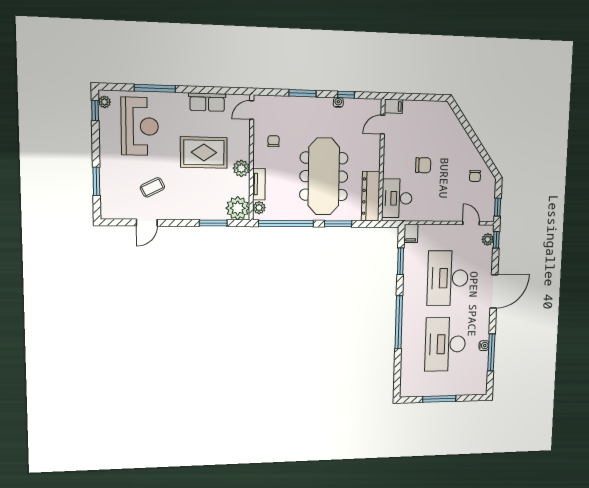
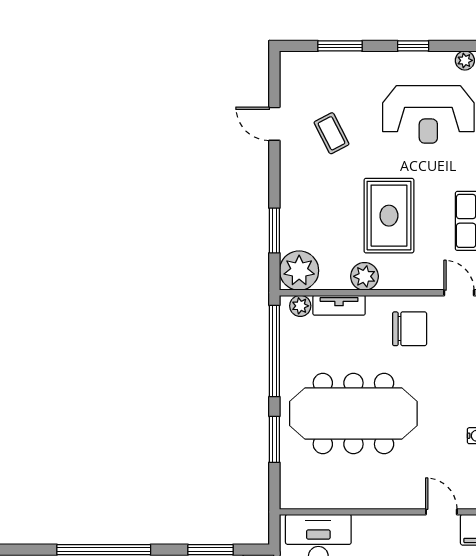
window: (95, 111) -> (413, 46), moved
chair: (273, 141) -> (410, 329), width x1.87, depth x1.87
dresser: (371, 196) -> (321, 494), removed

